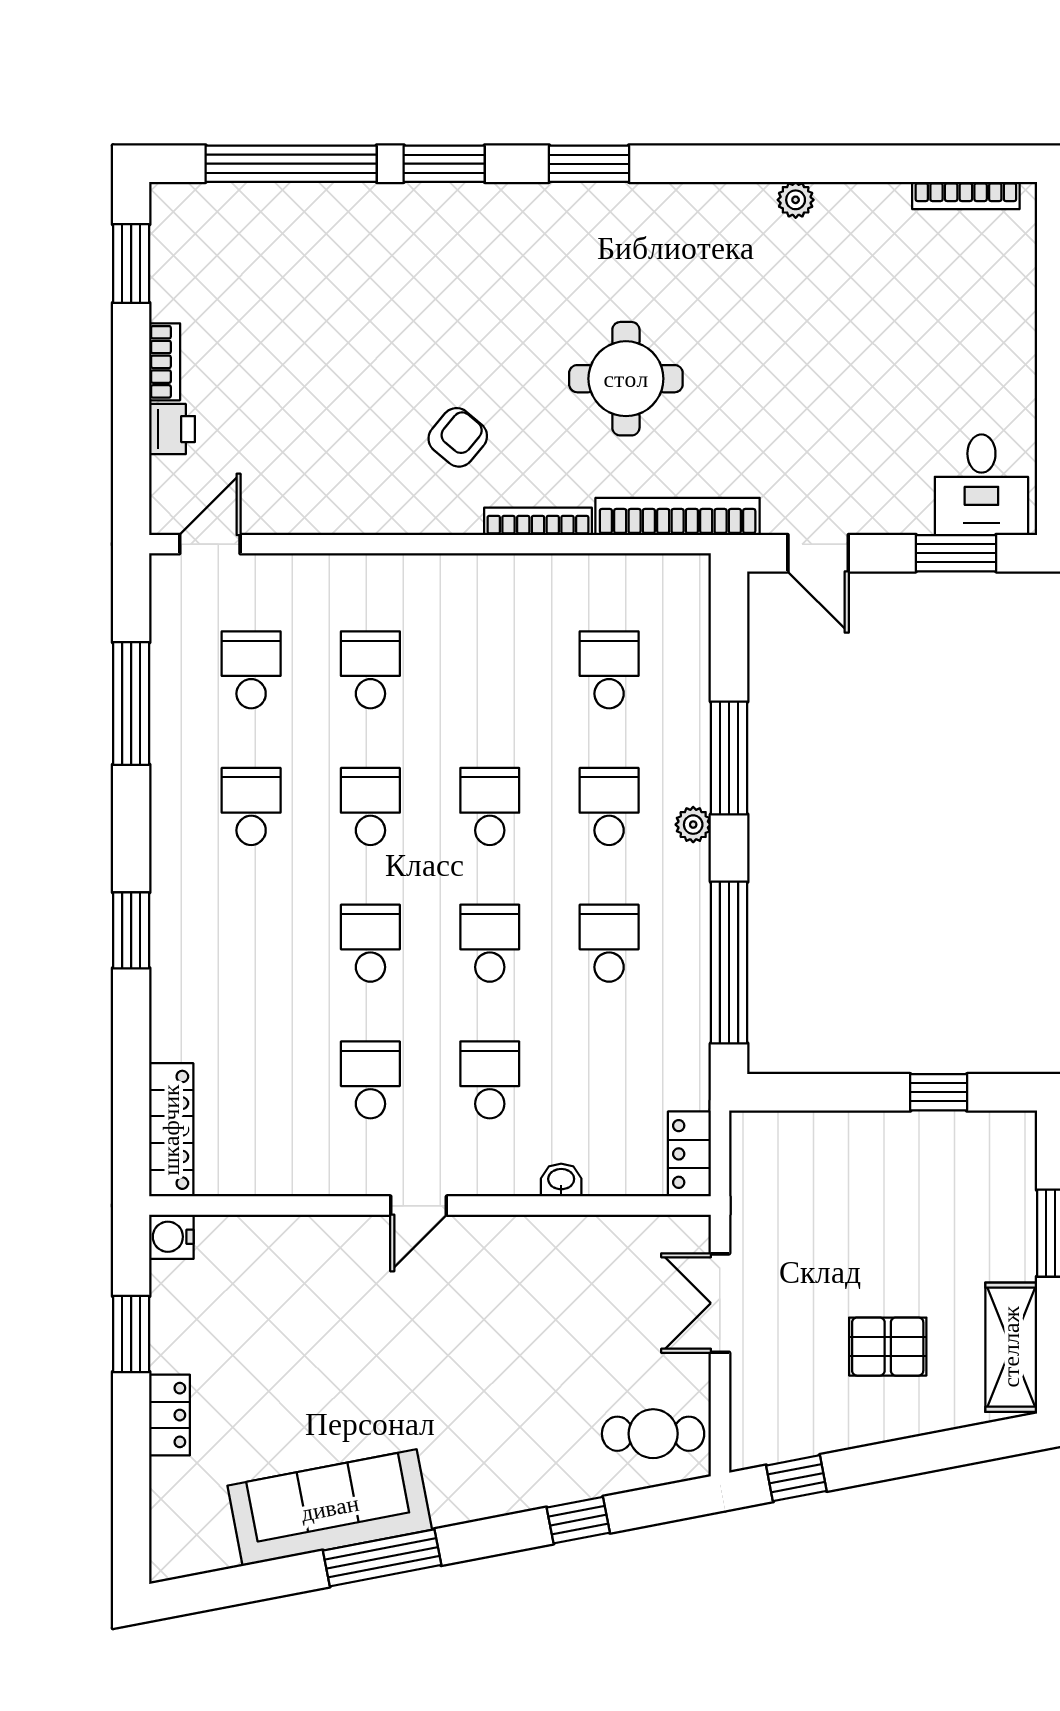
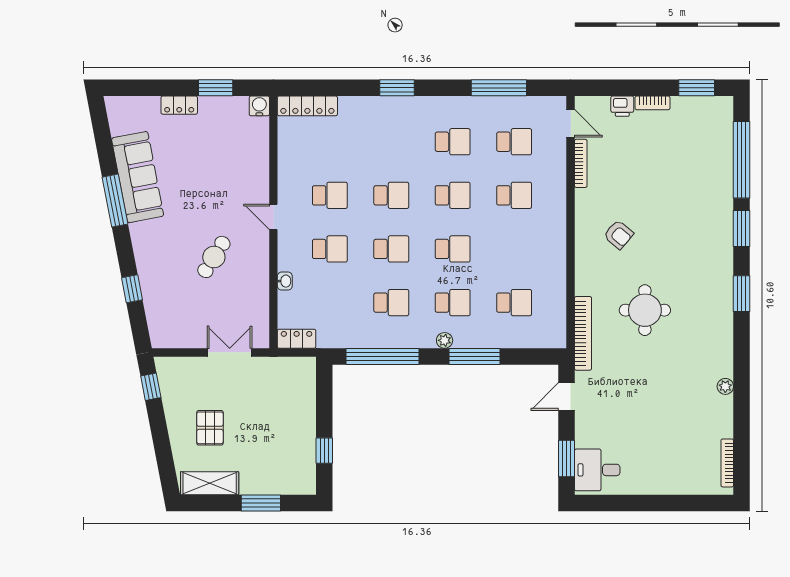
bookcase: (538, 521) -> (581, 163), moved
cafe table: (653, 1434) -> (214, 257), moved, turned 32

